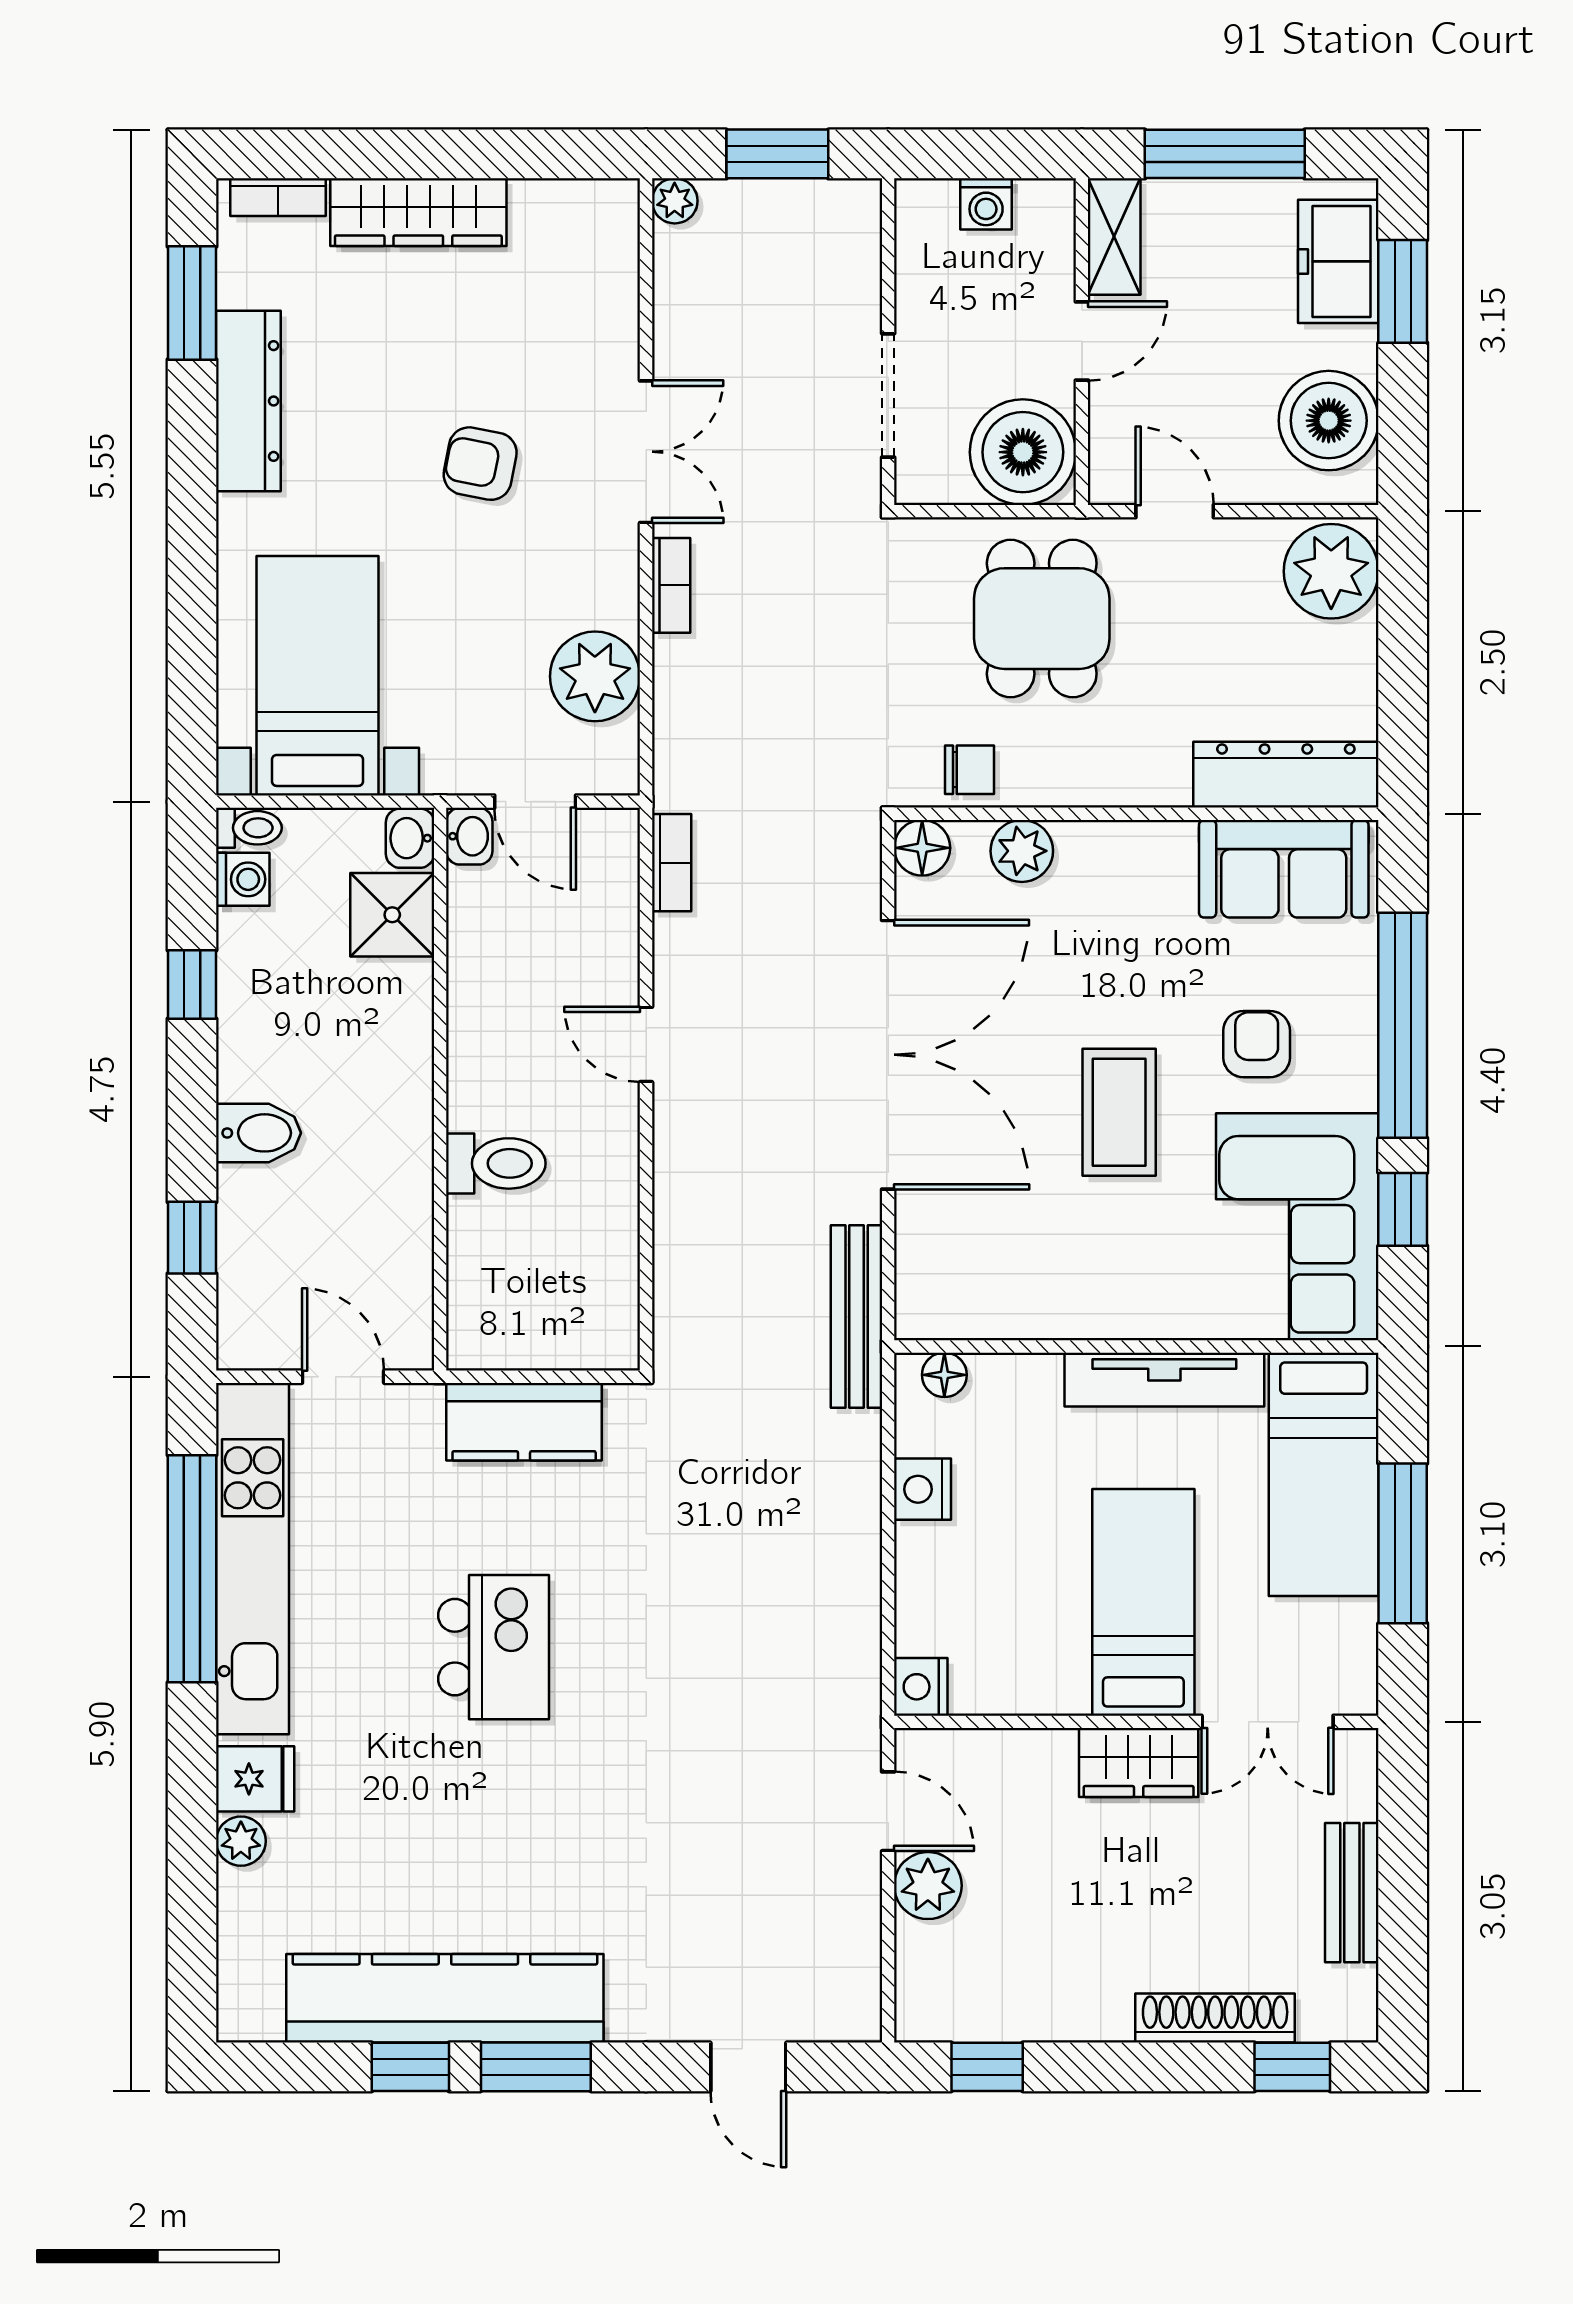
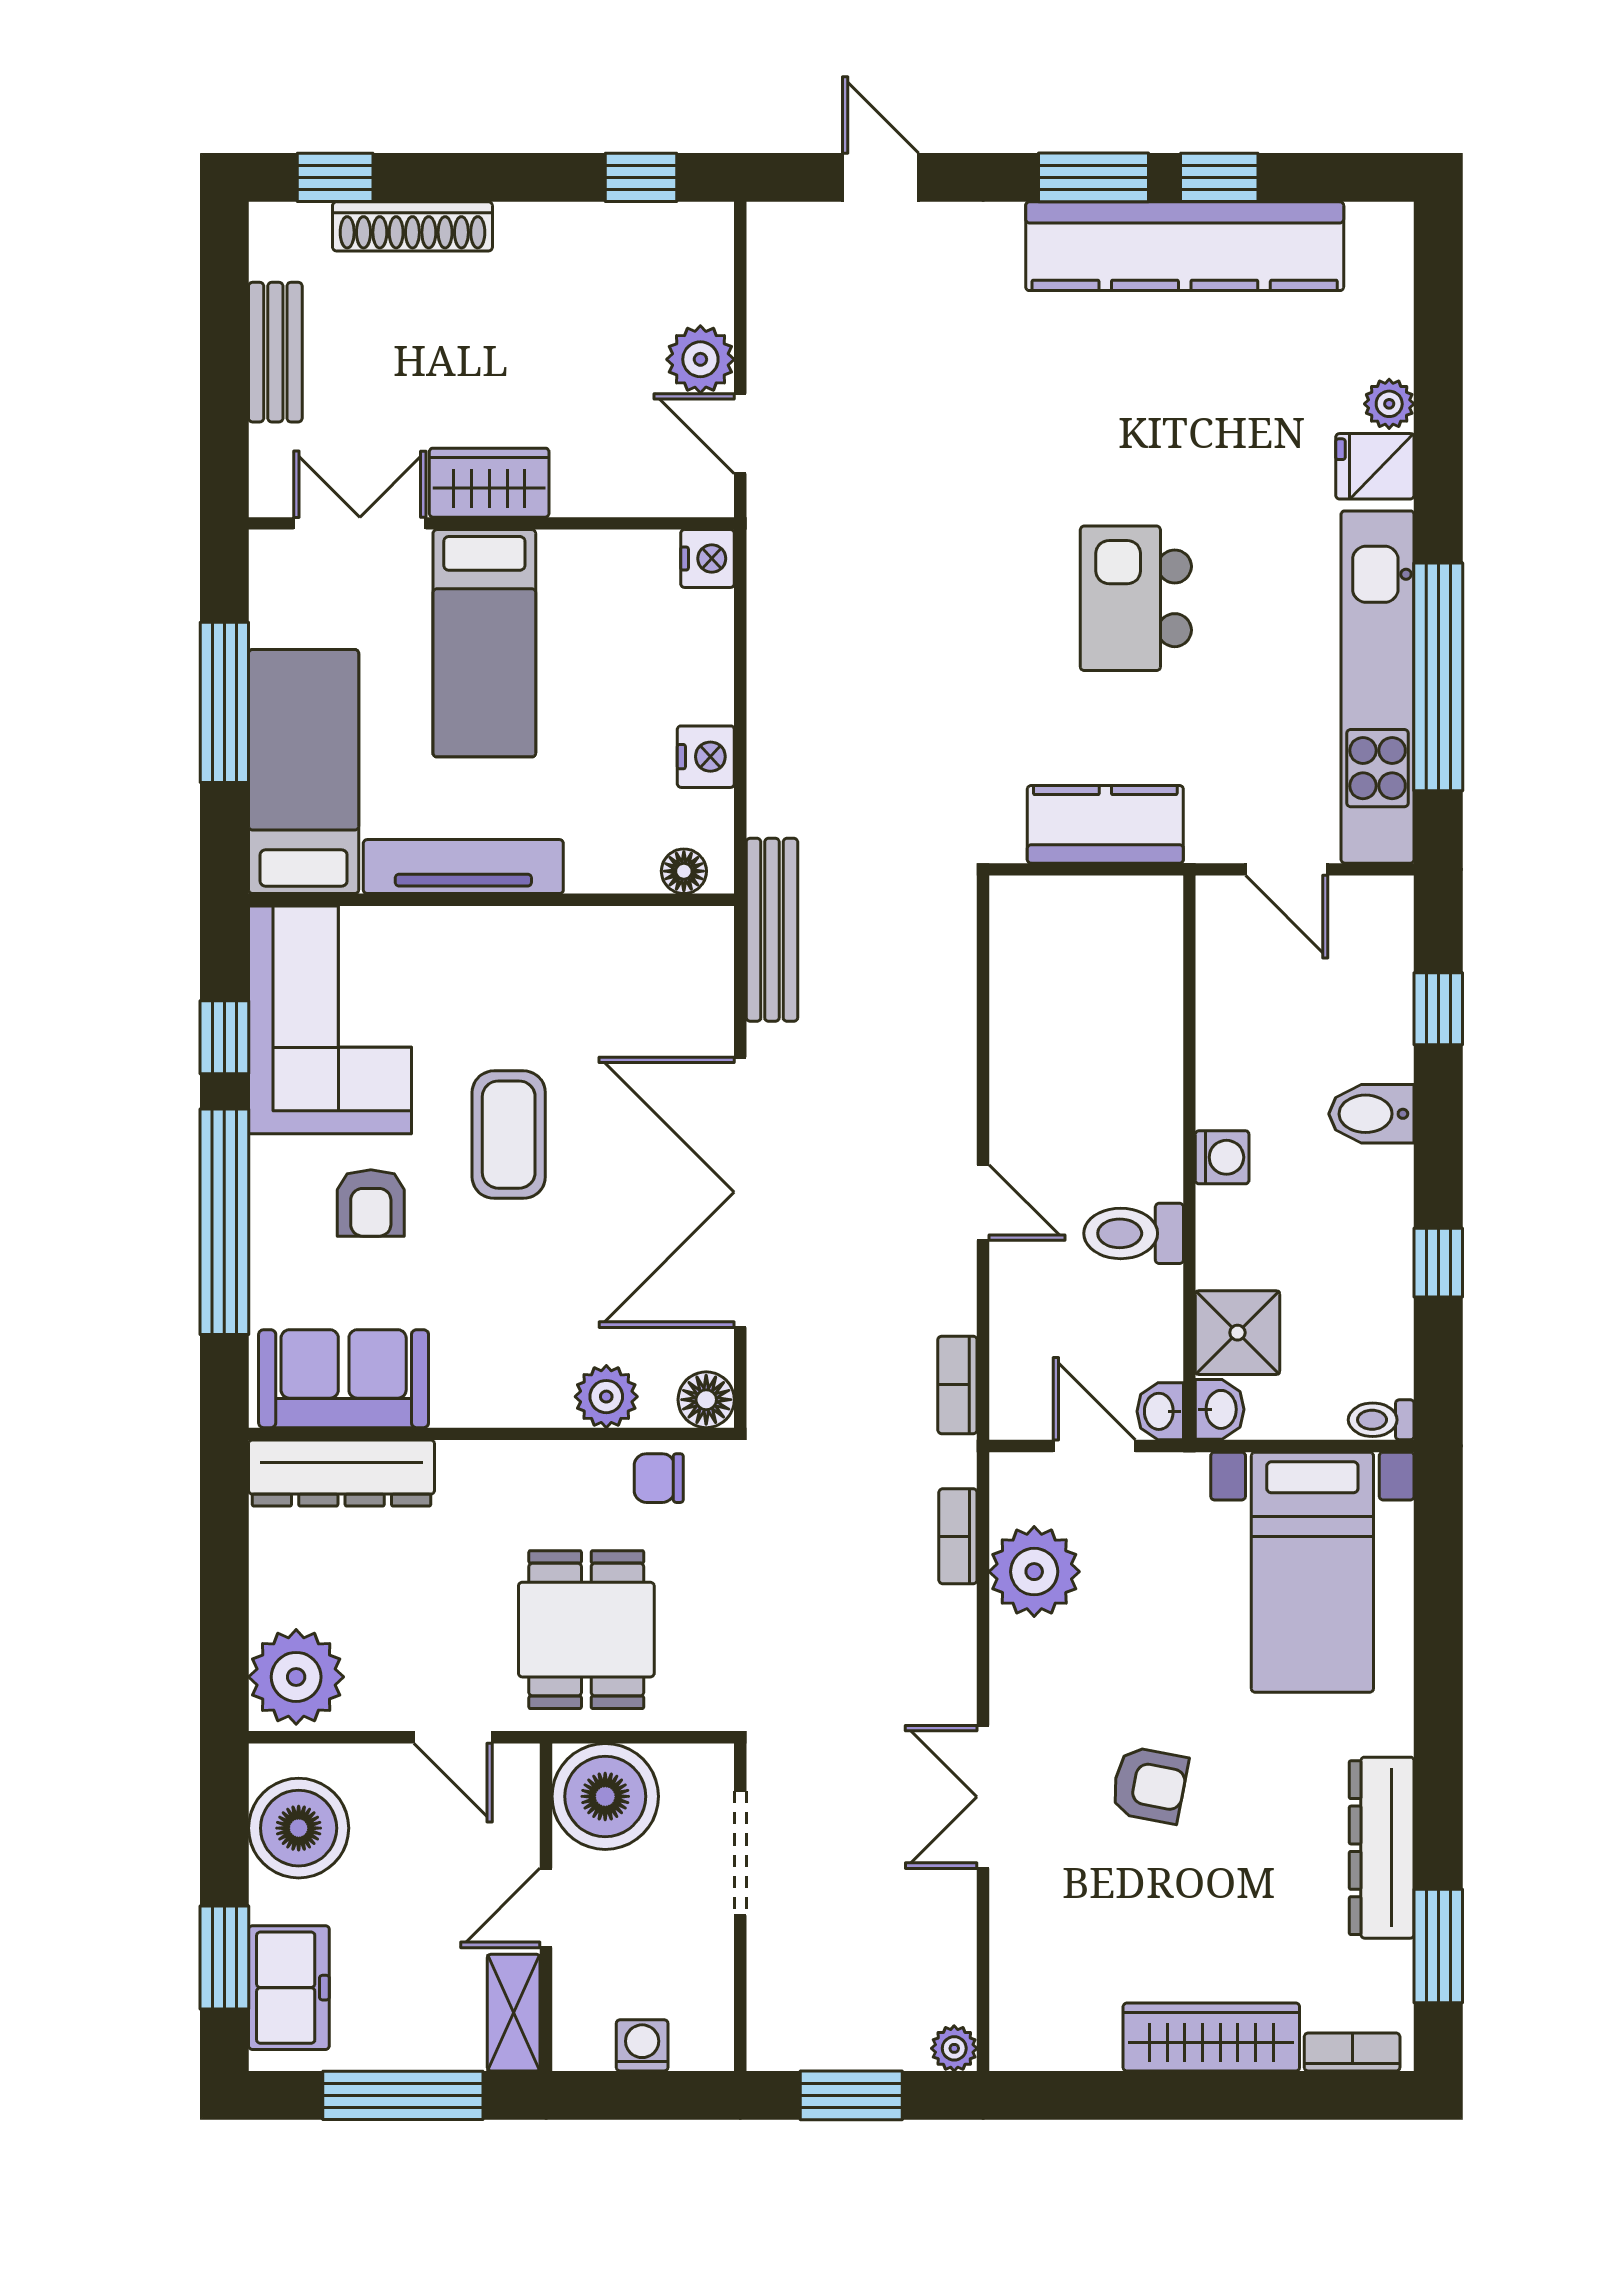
bookcase: (671, 585) -> (958, 1536), moved
washing machine: (243, 879) -> (1222, 1157), moved, turned 180
toilet: (496, 1163) -> (1134, 1233), moved

